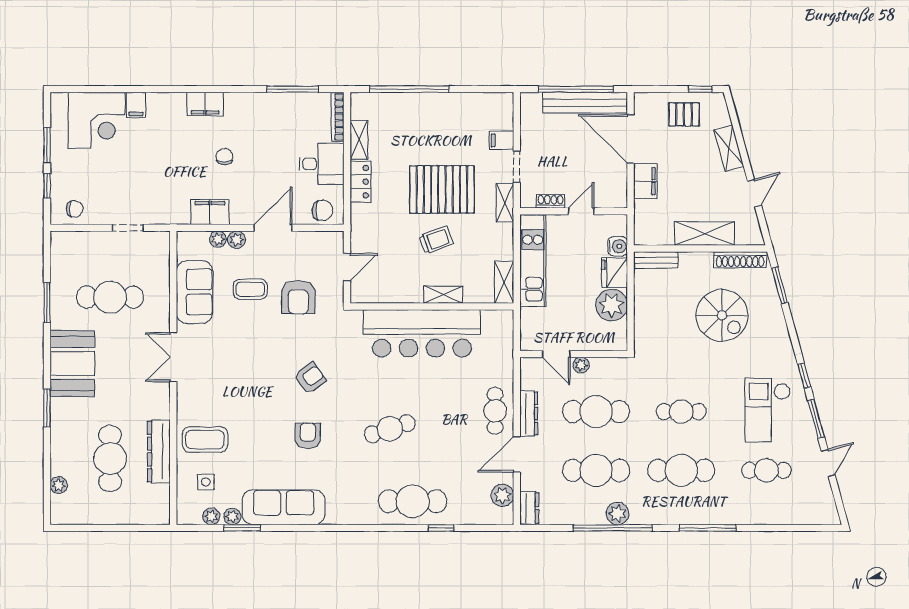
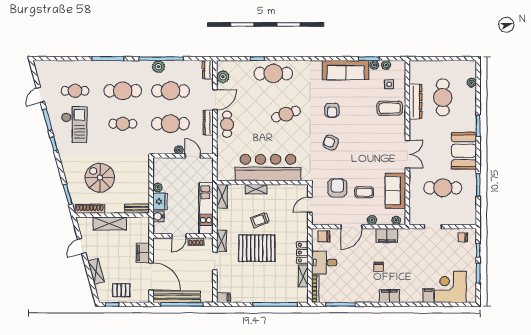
filing cabinet: (502, 140) -> (223, 298), moved
plant: (218, 239) -> (396, 220), moved
plant: (612, 305) -> (158, 188), width x0.53, depth x0.53
armchair: (310, 378) -> (331, 143), turned 57

